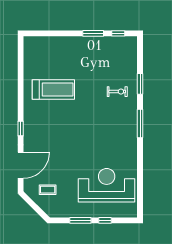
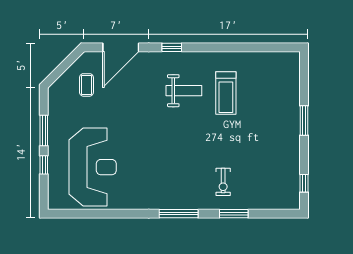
window: (93, 33) -> (304, 121), moved
treadmill: (53, 90) -> (226, 93), width x0.73, depth x0.73
weight bench: (52, 120) -> (184, 91), added
door: (21, 165) -> (121, 47), hinge flipped

